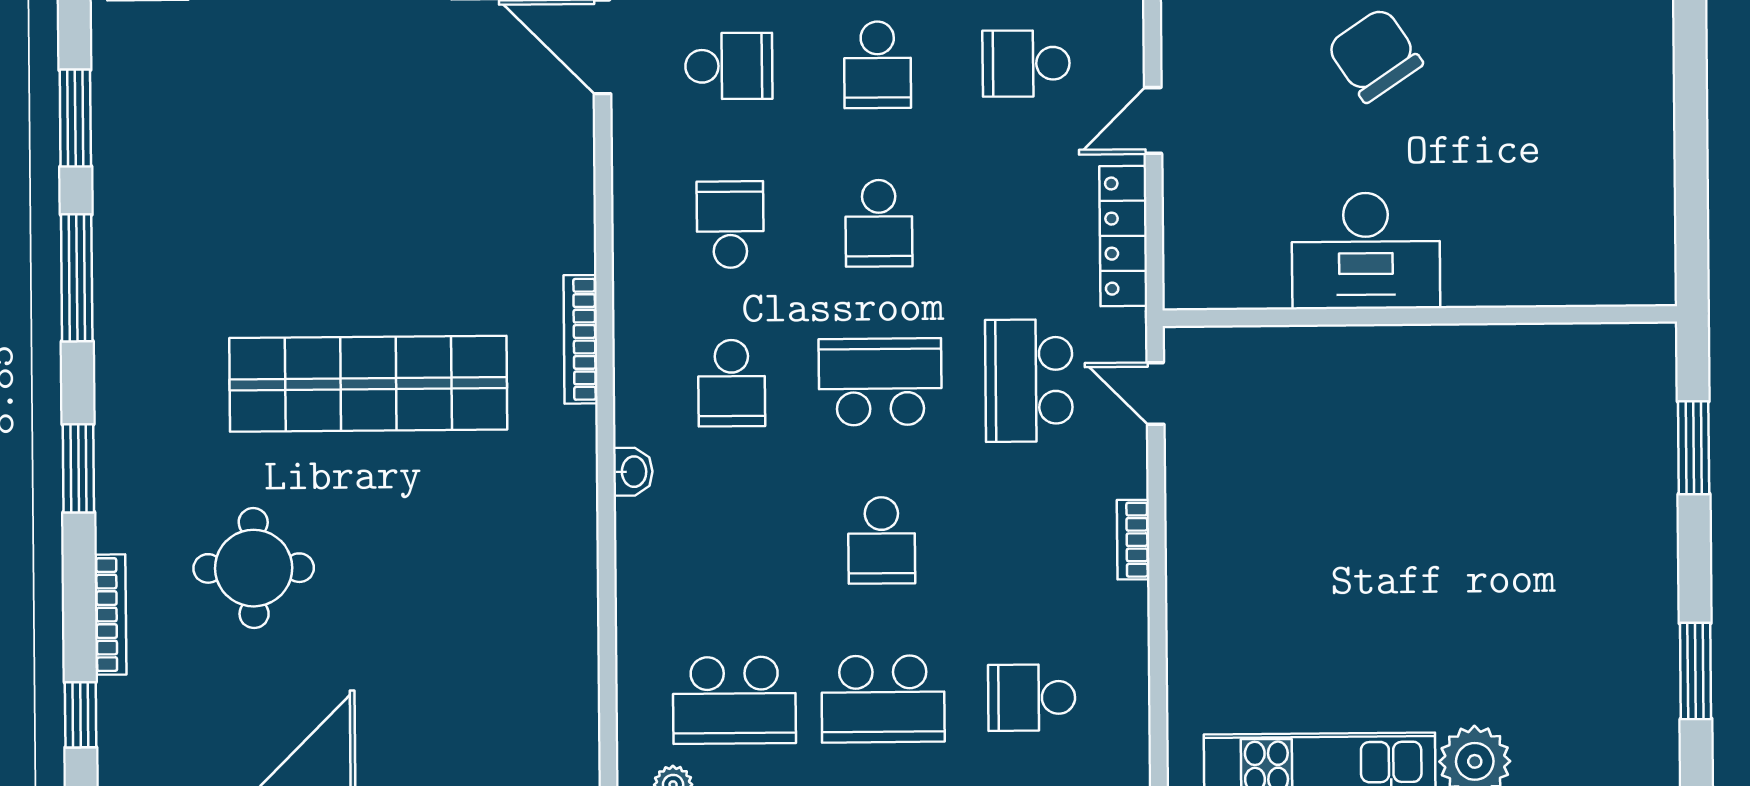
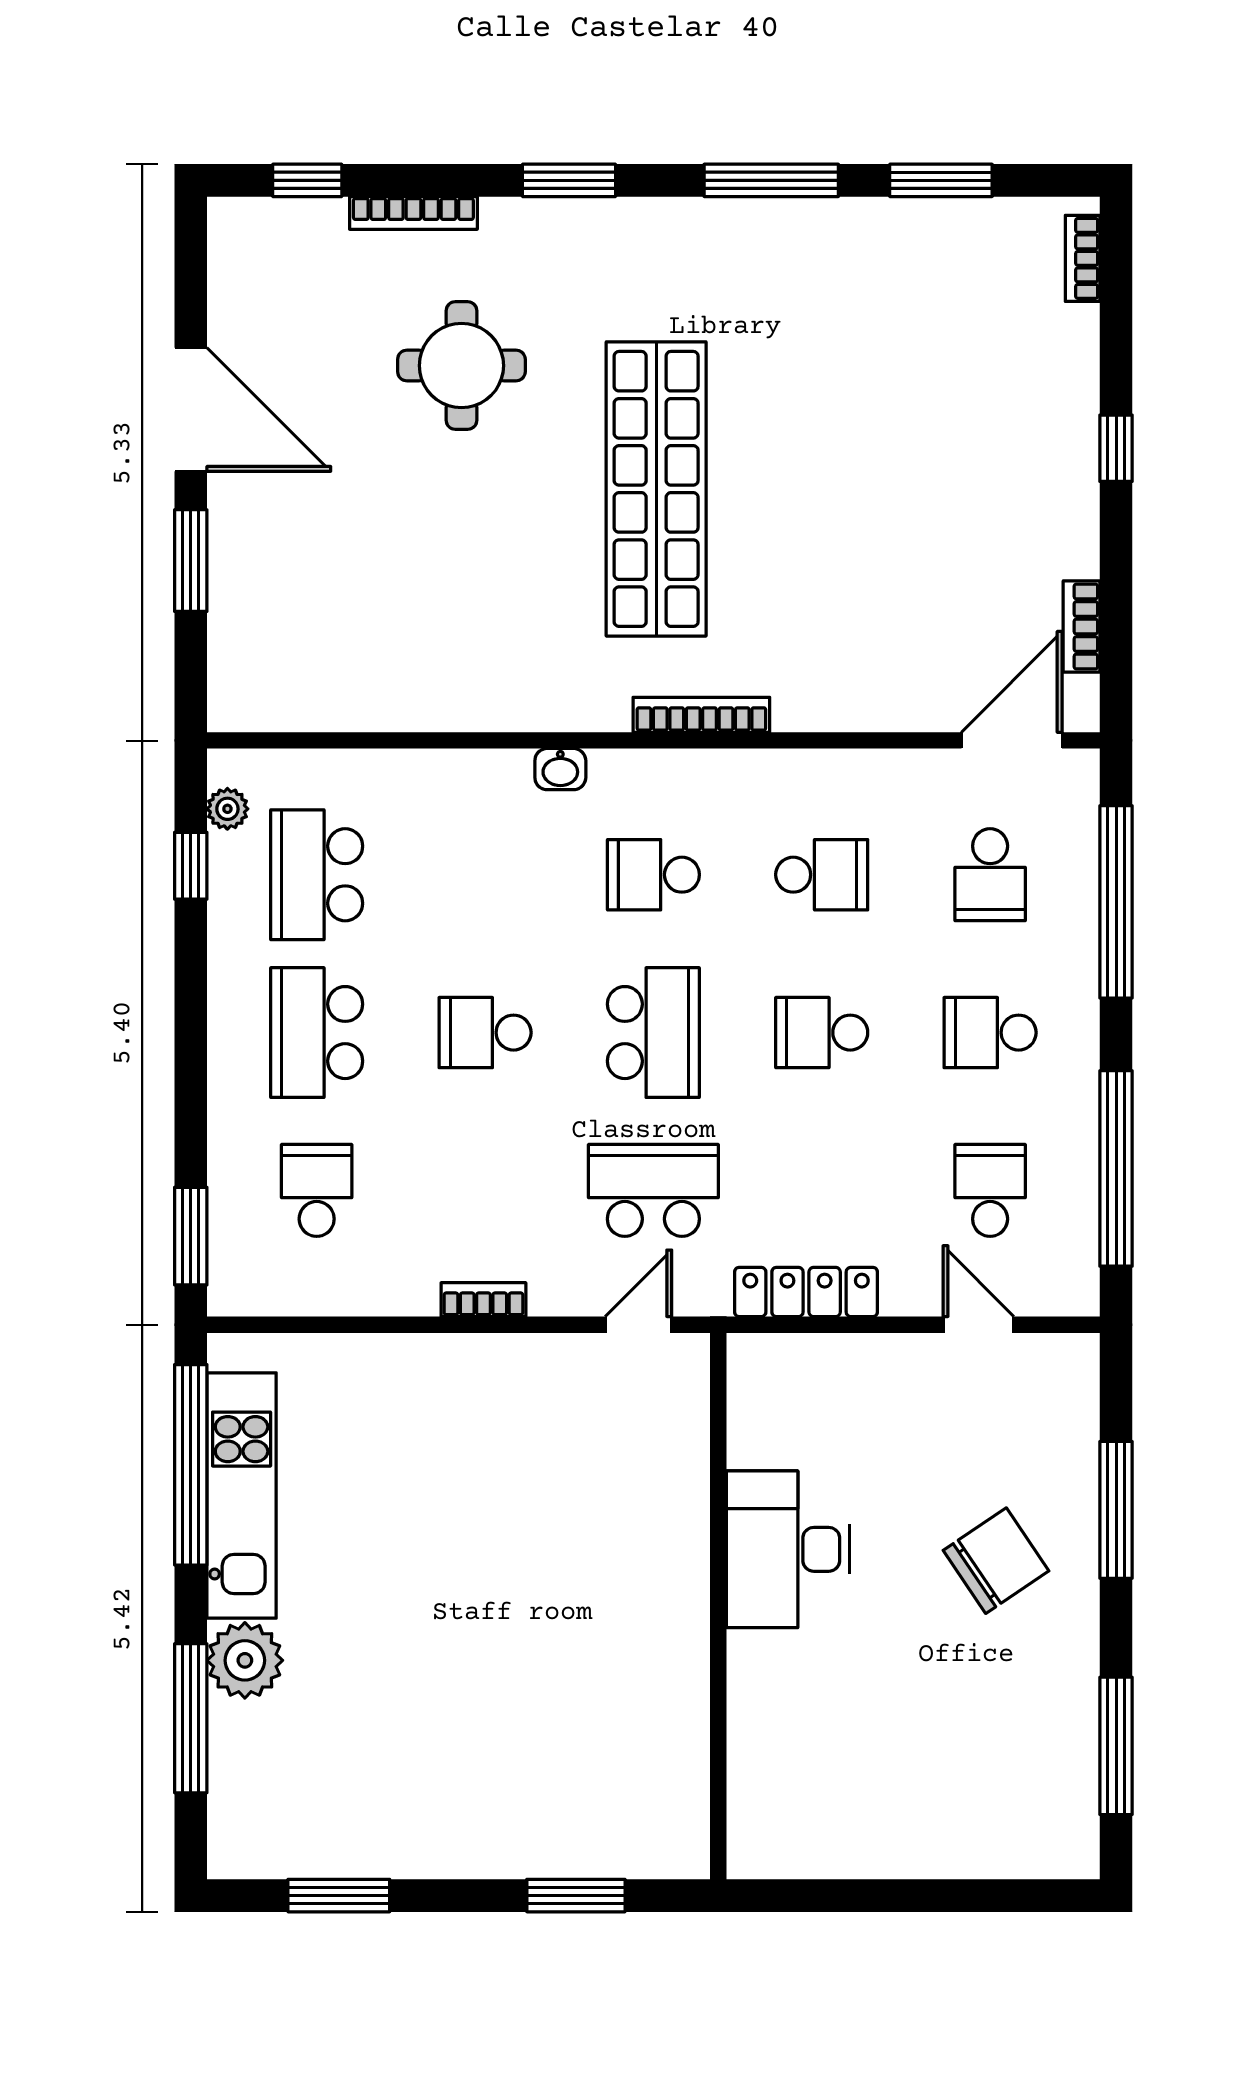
door: (1153, 120) -> (978, 1325), moved

